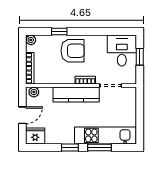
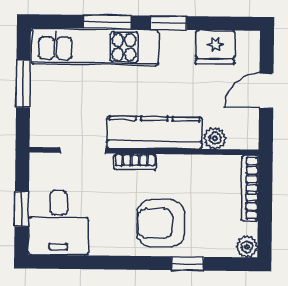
plant: (34, 92) -> (215, 138), moved
window: (140, 117) -> (23, 84), added
fridge: (35, 136) -> (215, 47), moved

